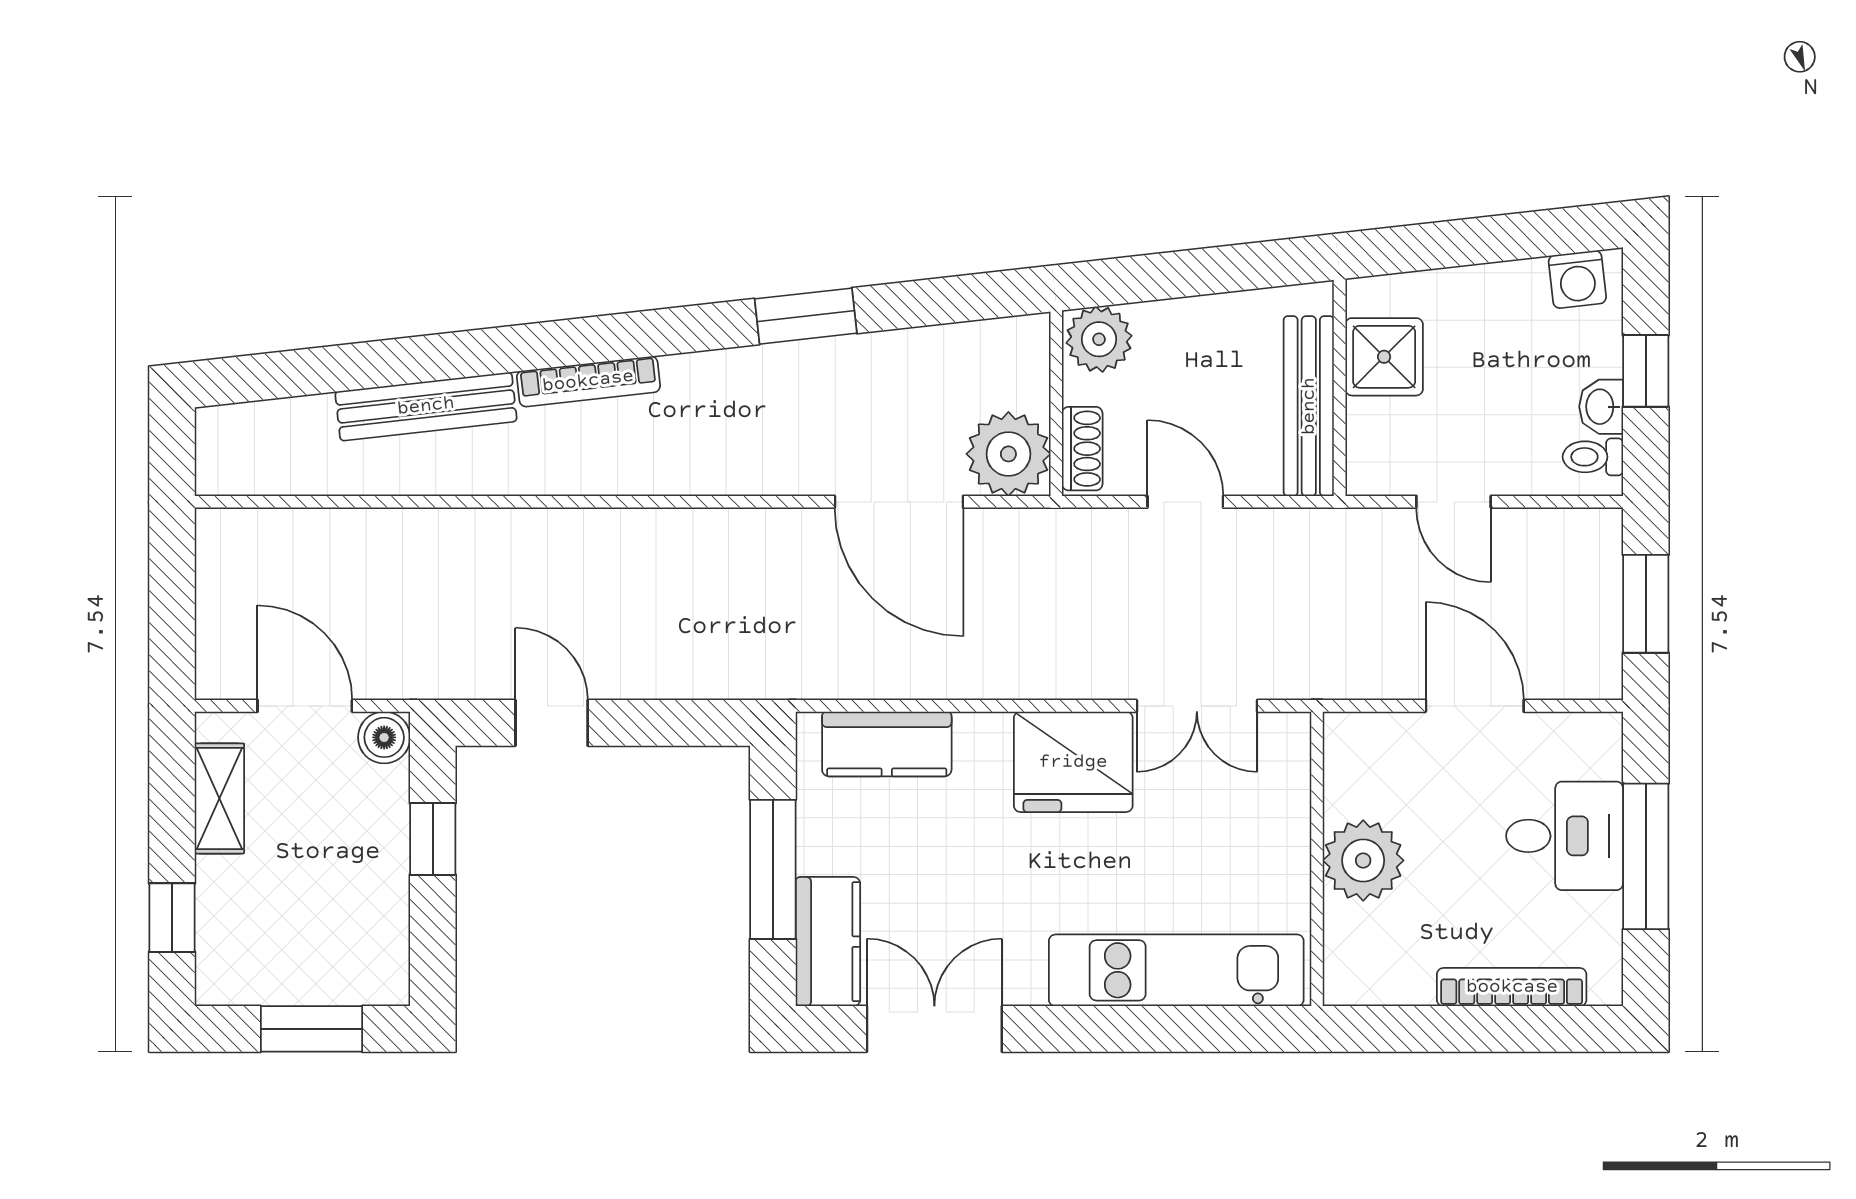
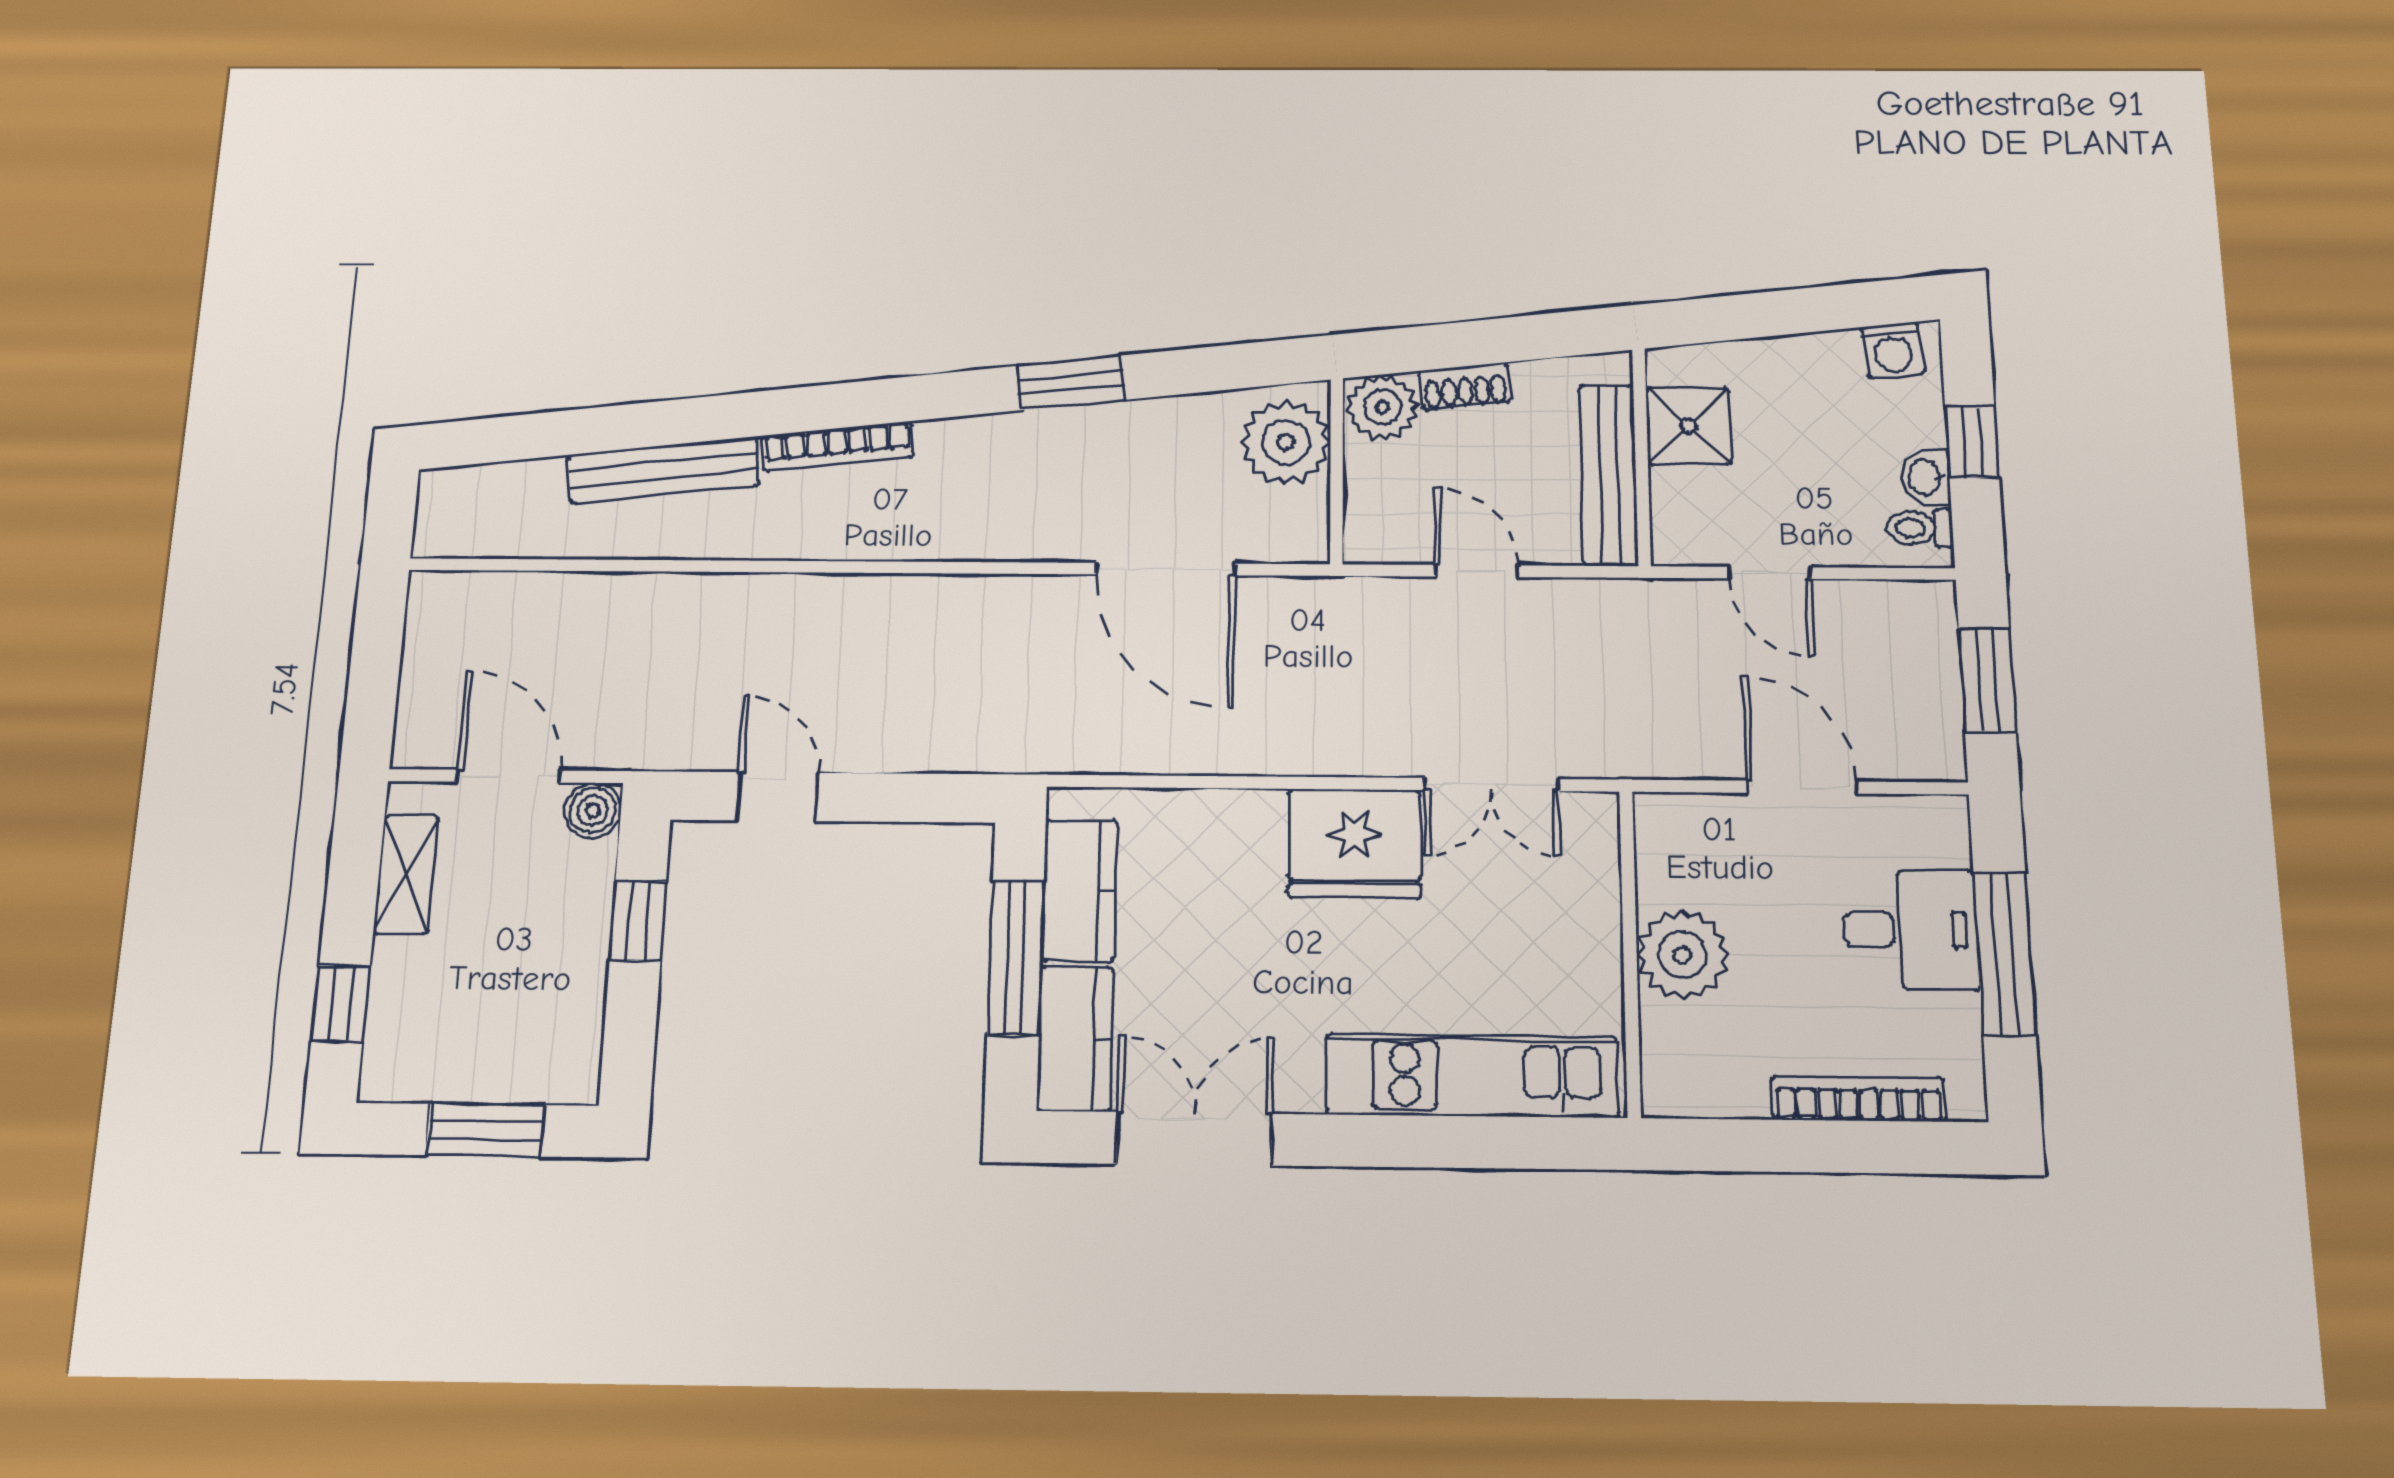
shoe rack: (1082, 449) -> (1465, 386), moved, turned 84
plant: (1008, 454) -> (1285, 442), moved
kitchen counter: (887, 744) -> (1080, 891), moved, turned -90

